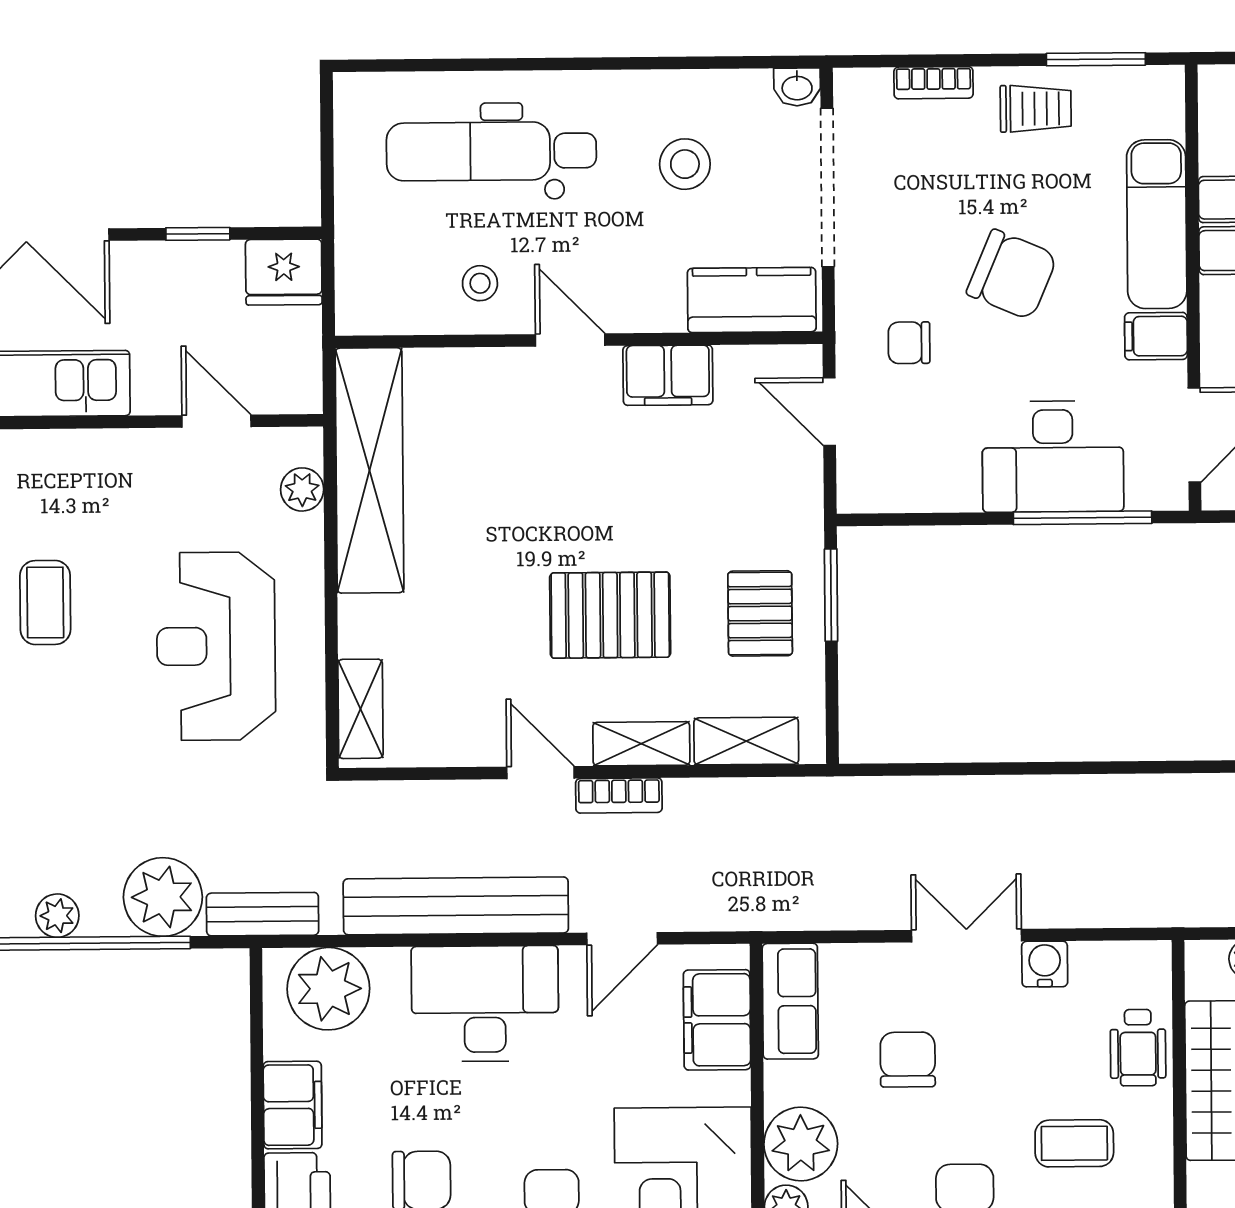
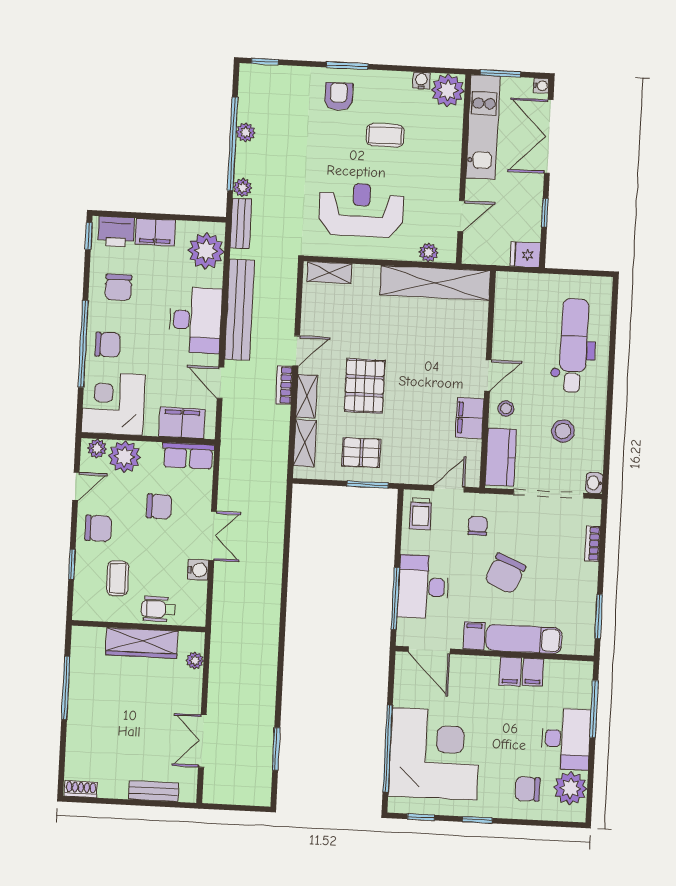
trolley: (1036, 109) -> (421, 514), moved
fridge: (284, 272) -> (525, 255), width x0.72
stool: (480, 283) -> (506, 409), moved
plant: (163, 897) -> (242, 188), width x0.53, depth x0.53

